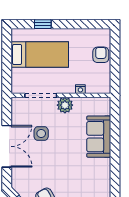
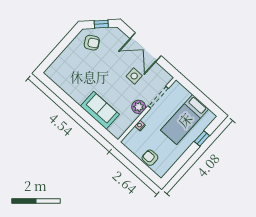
armchair: (101, 55) -> (150, 158), turned 180

